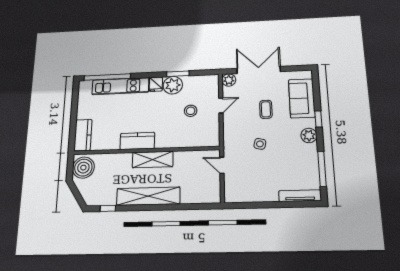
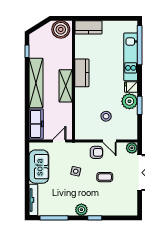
sofa: (302, 98) -> (39, 167), moved, turned 90
armchair: (235, 120) -> (96, 152), added
freezer: (200, 195) -> (36, 124), added

